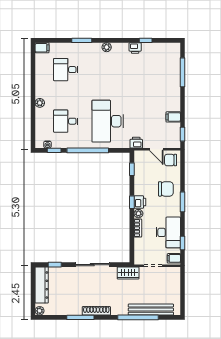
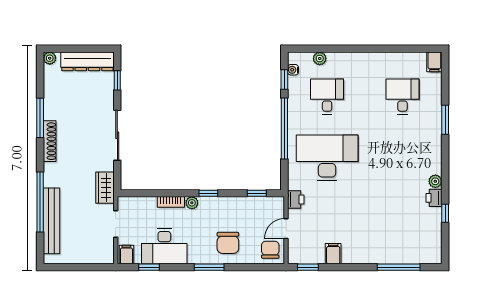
plant: (107, 47) -> (435, 181), moved
plant: (40, 103) -> (320, 58), moved
printer: (140, 202) -> (209, 205), removed

